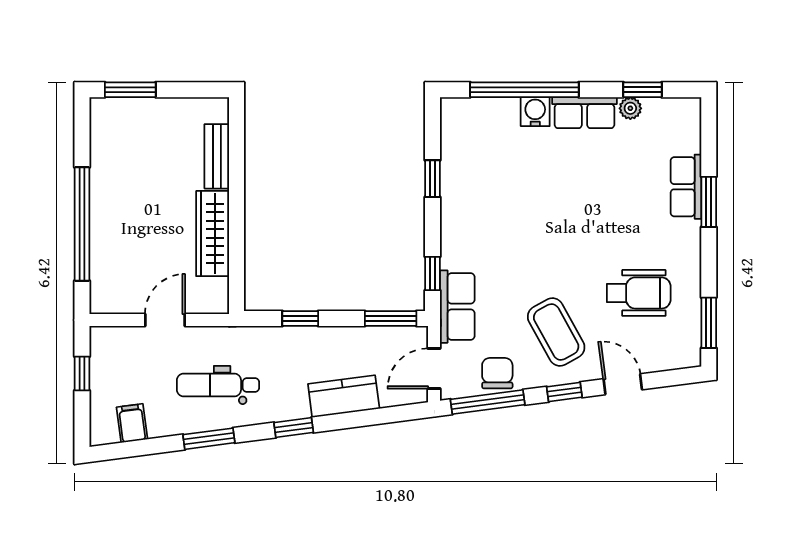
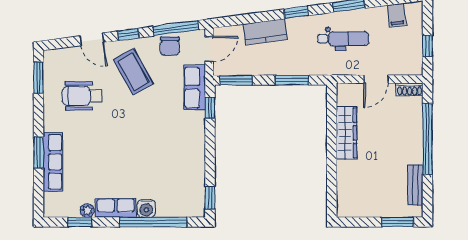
bench: (217, 156) -> (415, 185), moved
window: (433, 179) -> (210, 198), moved
row of seats: (686, 187) -> (53, 162), width x1.48
shoe rack: (111, 304) -> (410, 89), added
window: (300, 318) -> (292, 80), width x1.50

